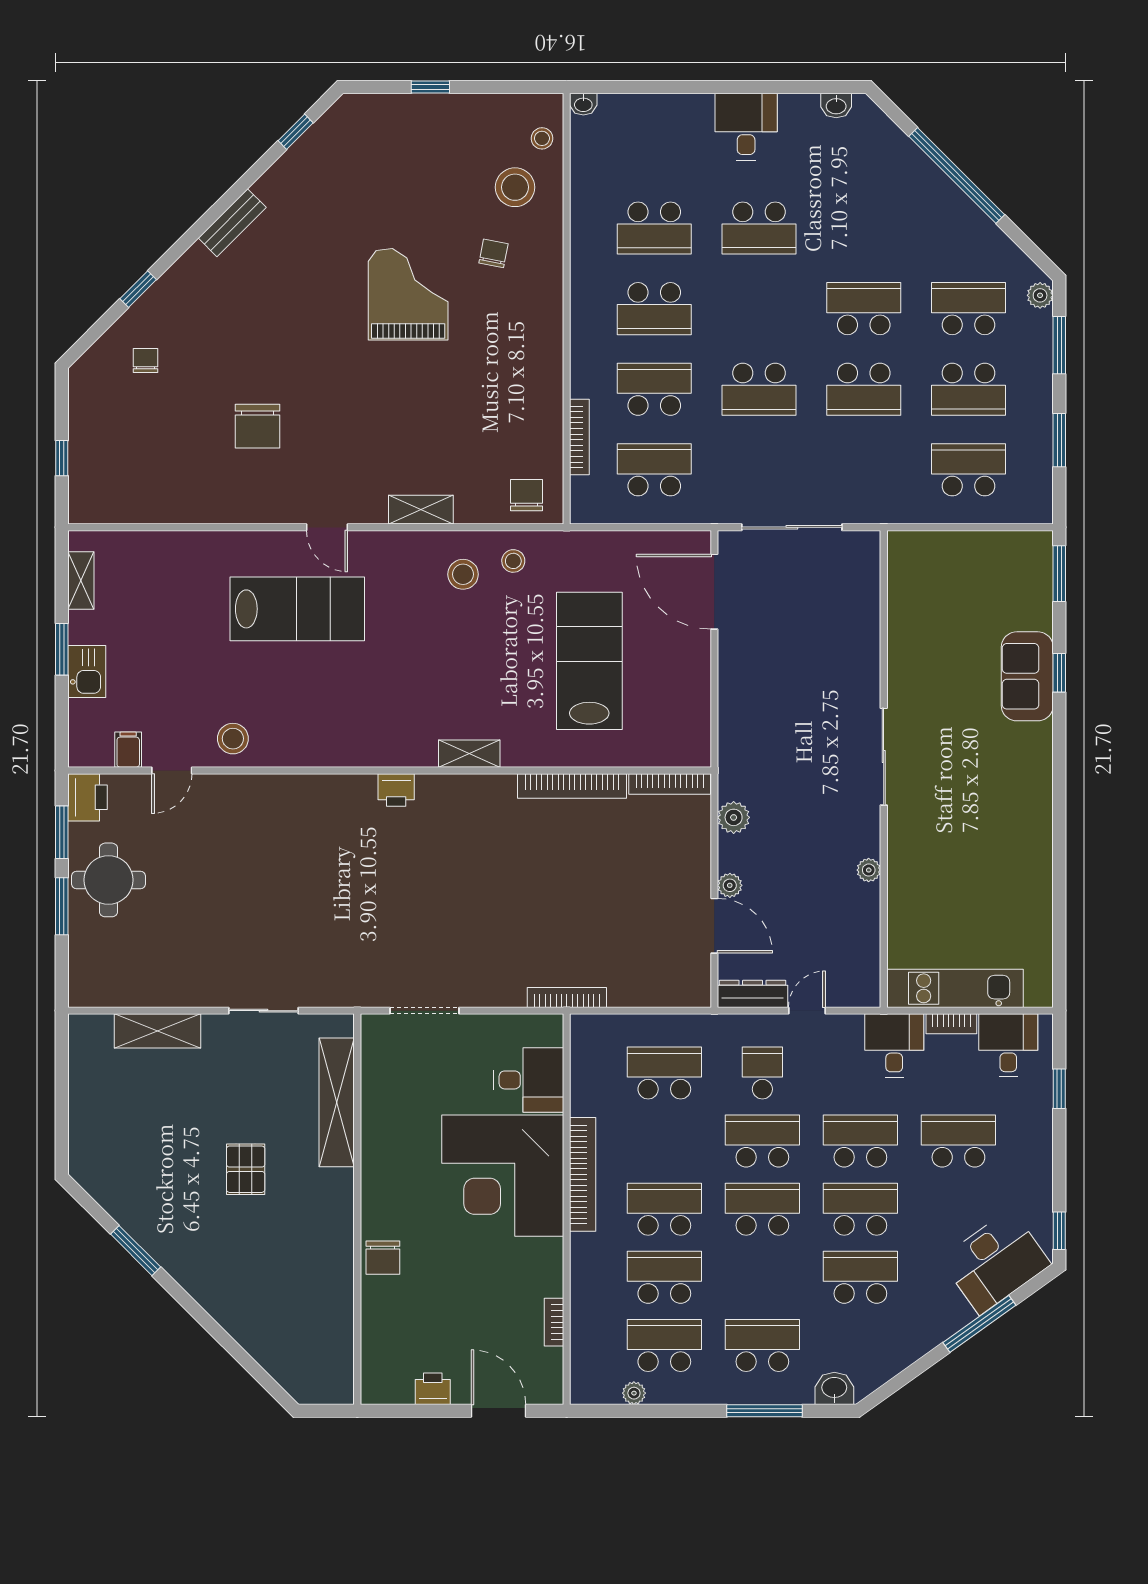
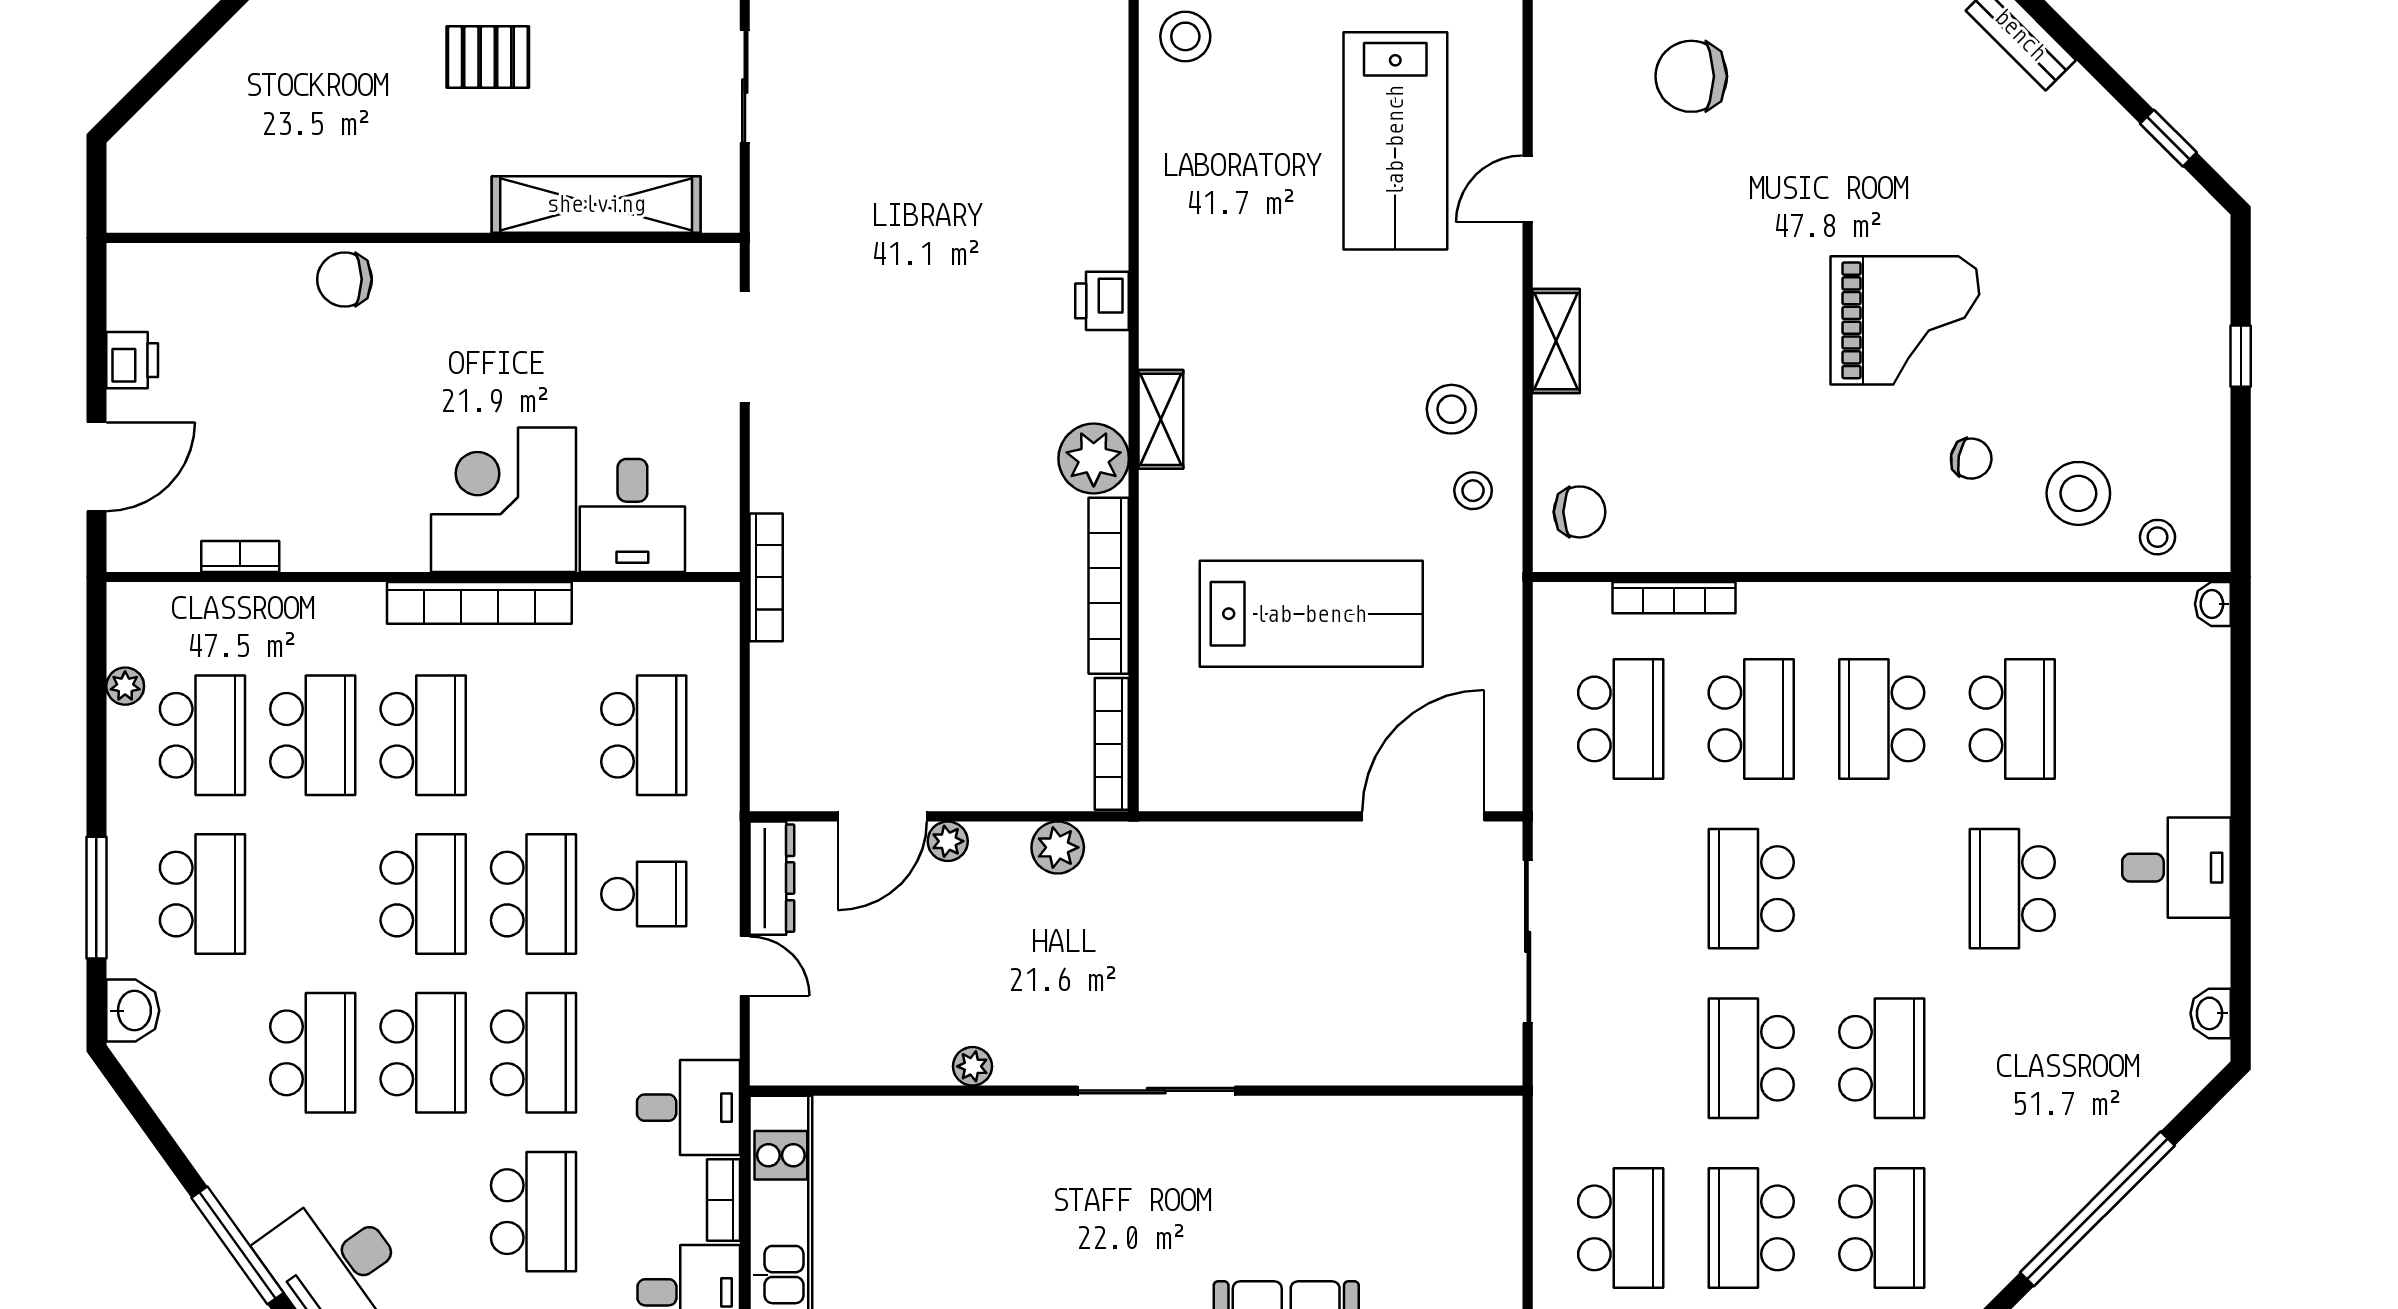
school desk: (654, 228) -> (2012, 719), turned 180
plant: (493, 795) -> (1094, 459), added
corner desk: (503, 1176) -> (504, 500), width x0.74, depth x0.74

